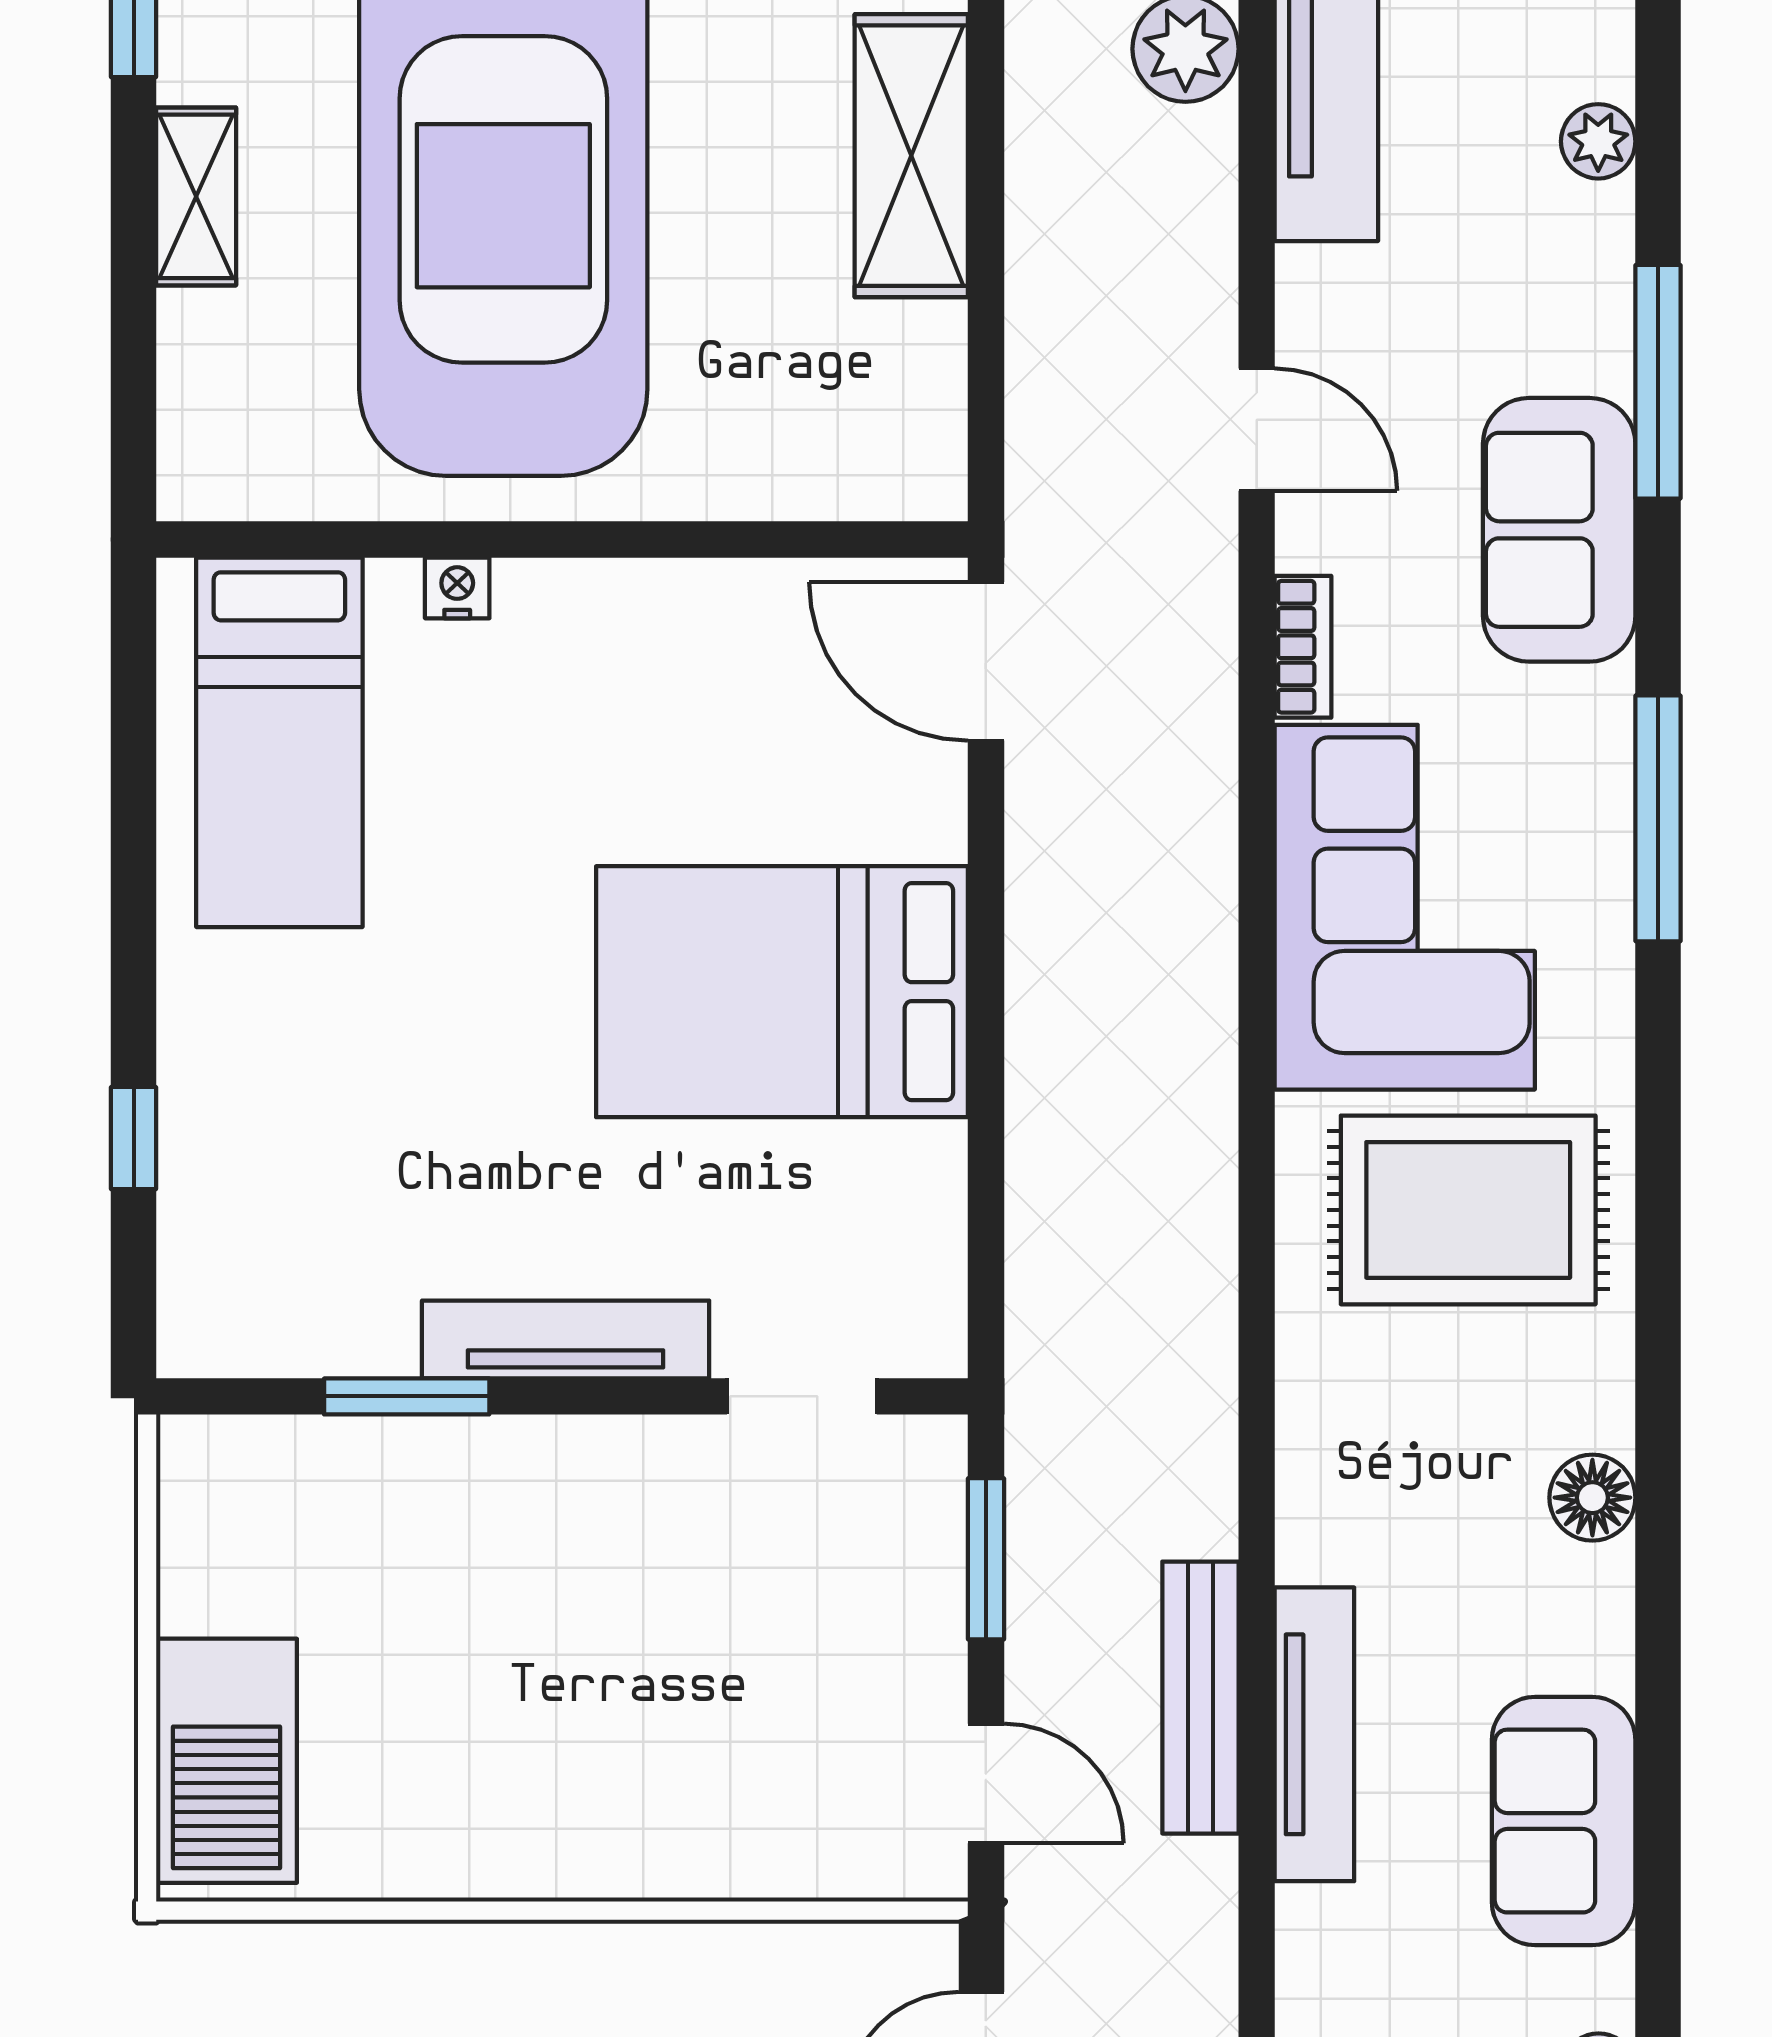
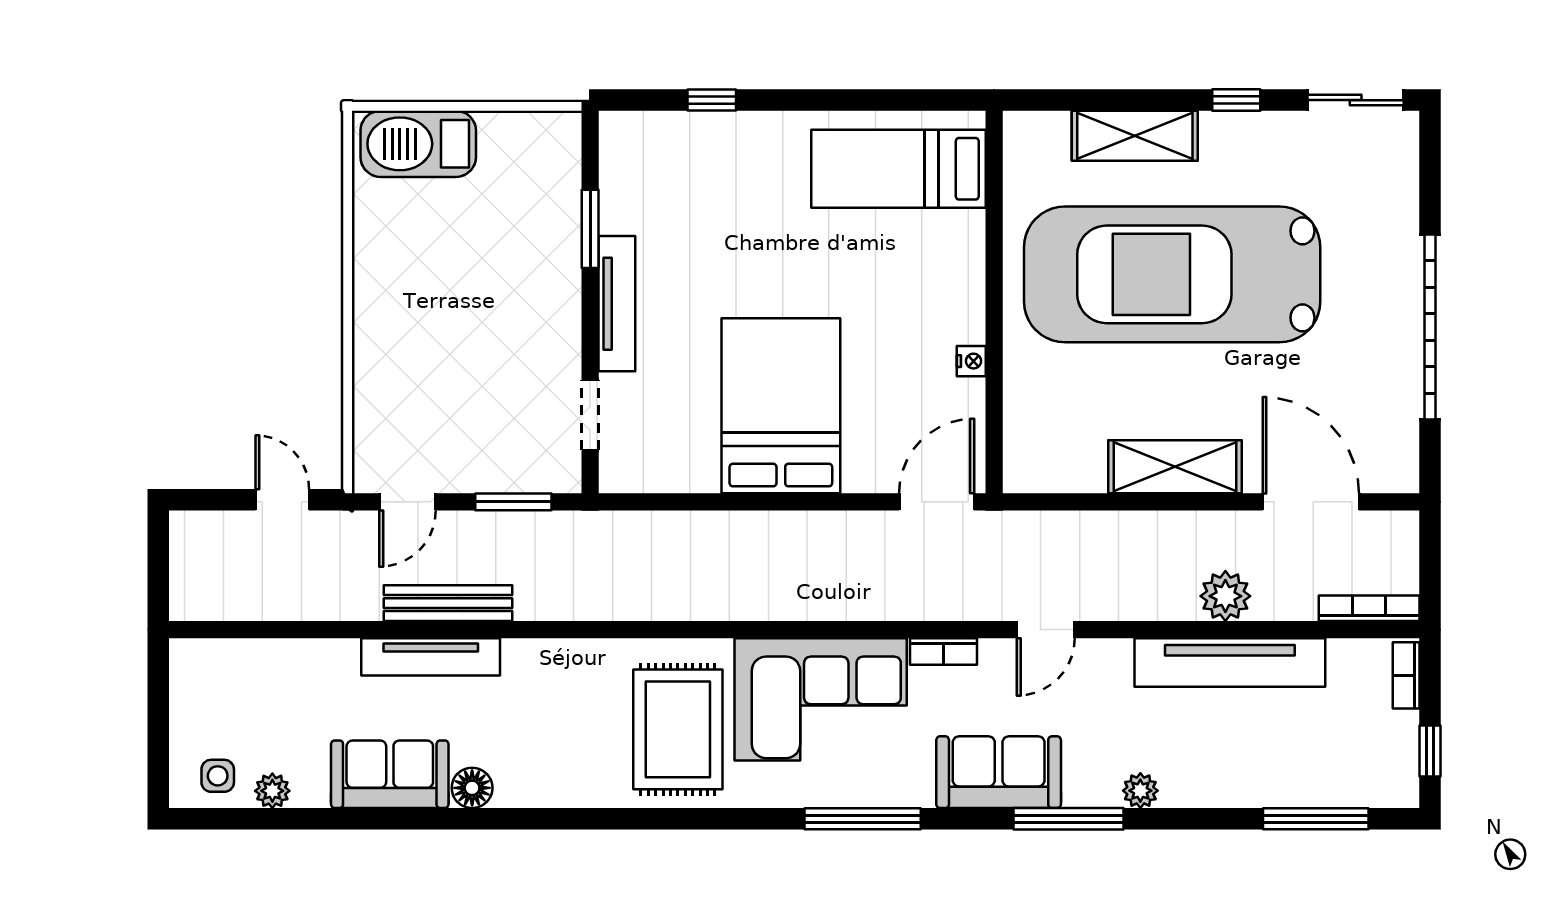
plant: (1598, 141) -> (1140, 791), moved
shelving: (196, 196) -> (1135, 136), width x1.50, depth x1.33
nightstand: (457, 588) -> (971, 361), moved
floor lamp: (1592, 1498) -> (472, 788), moved

